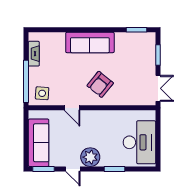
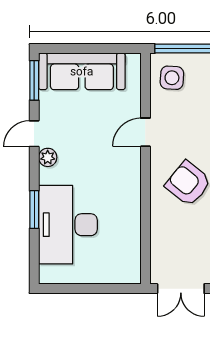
desk: (139, 142) -> (68, 225), moved, turned 90
plant: (90, 157) -> (48, 157), width x0.53, depth x0.53

